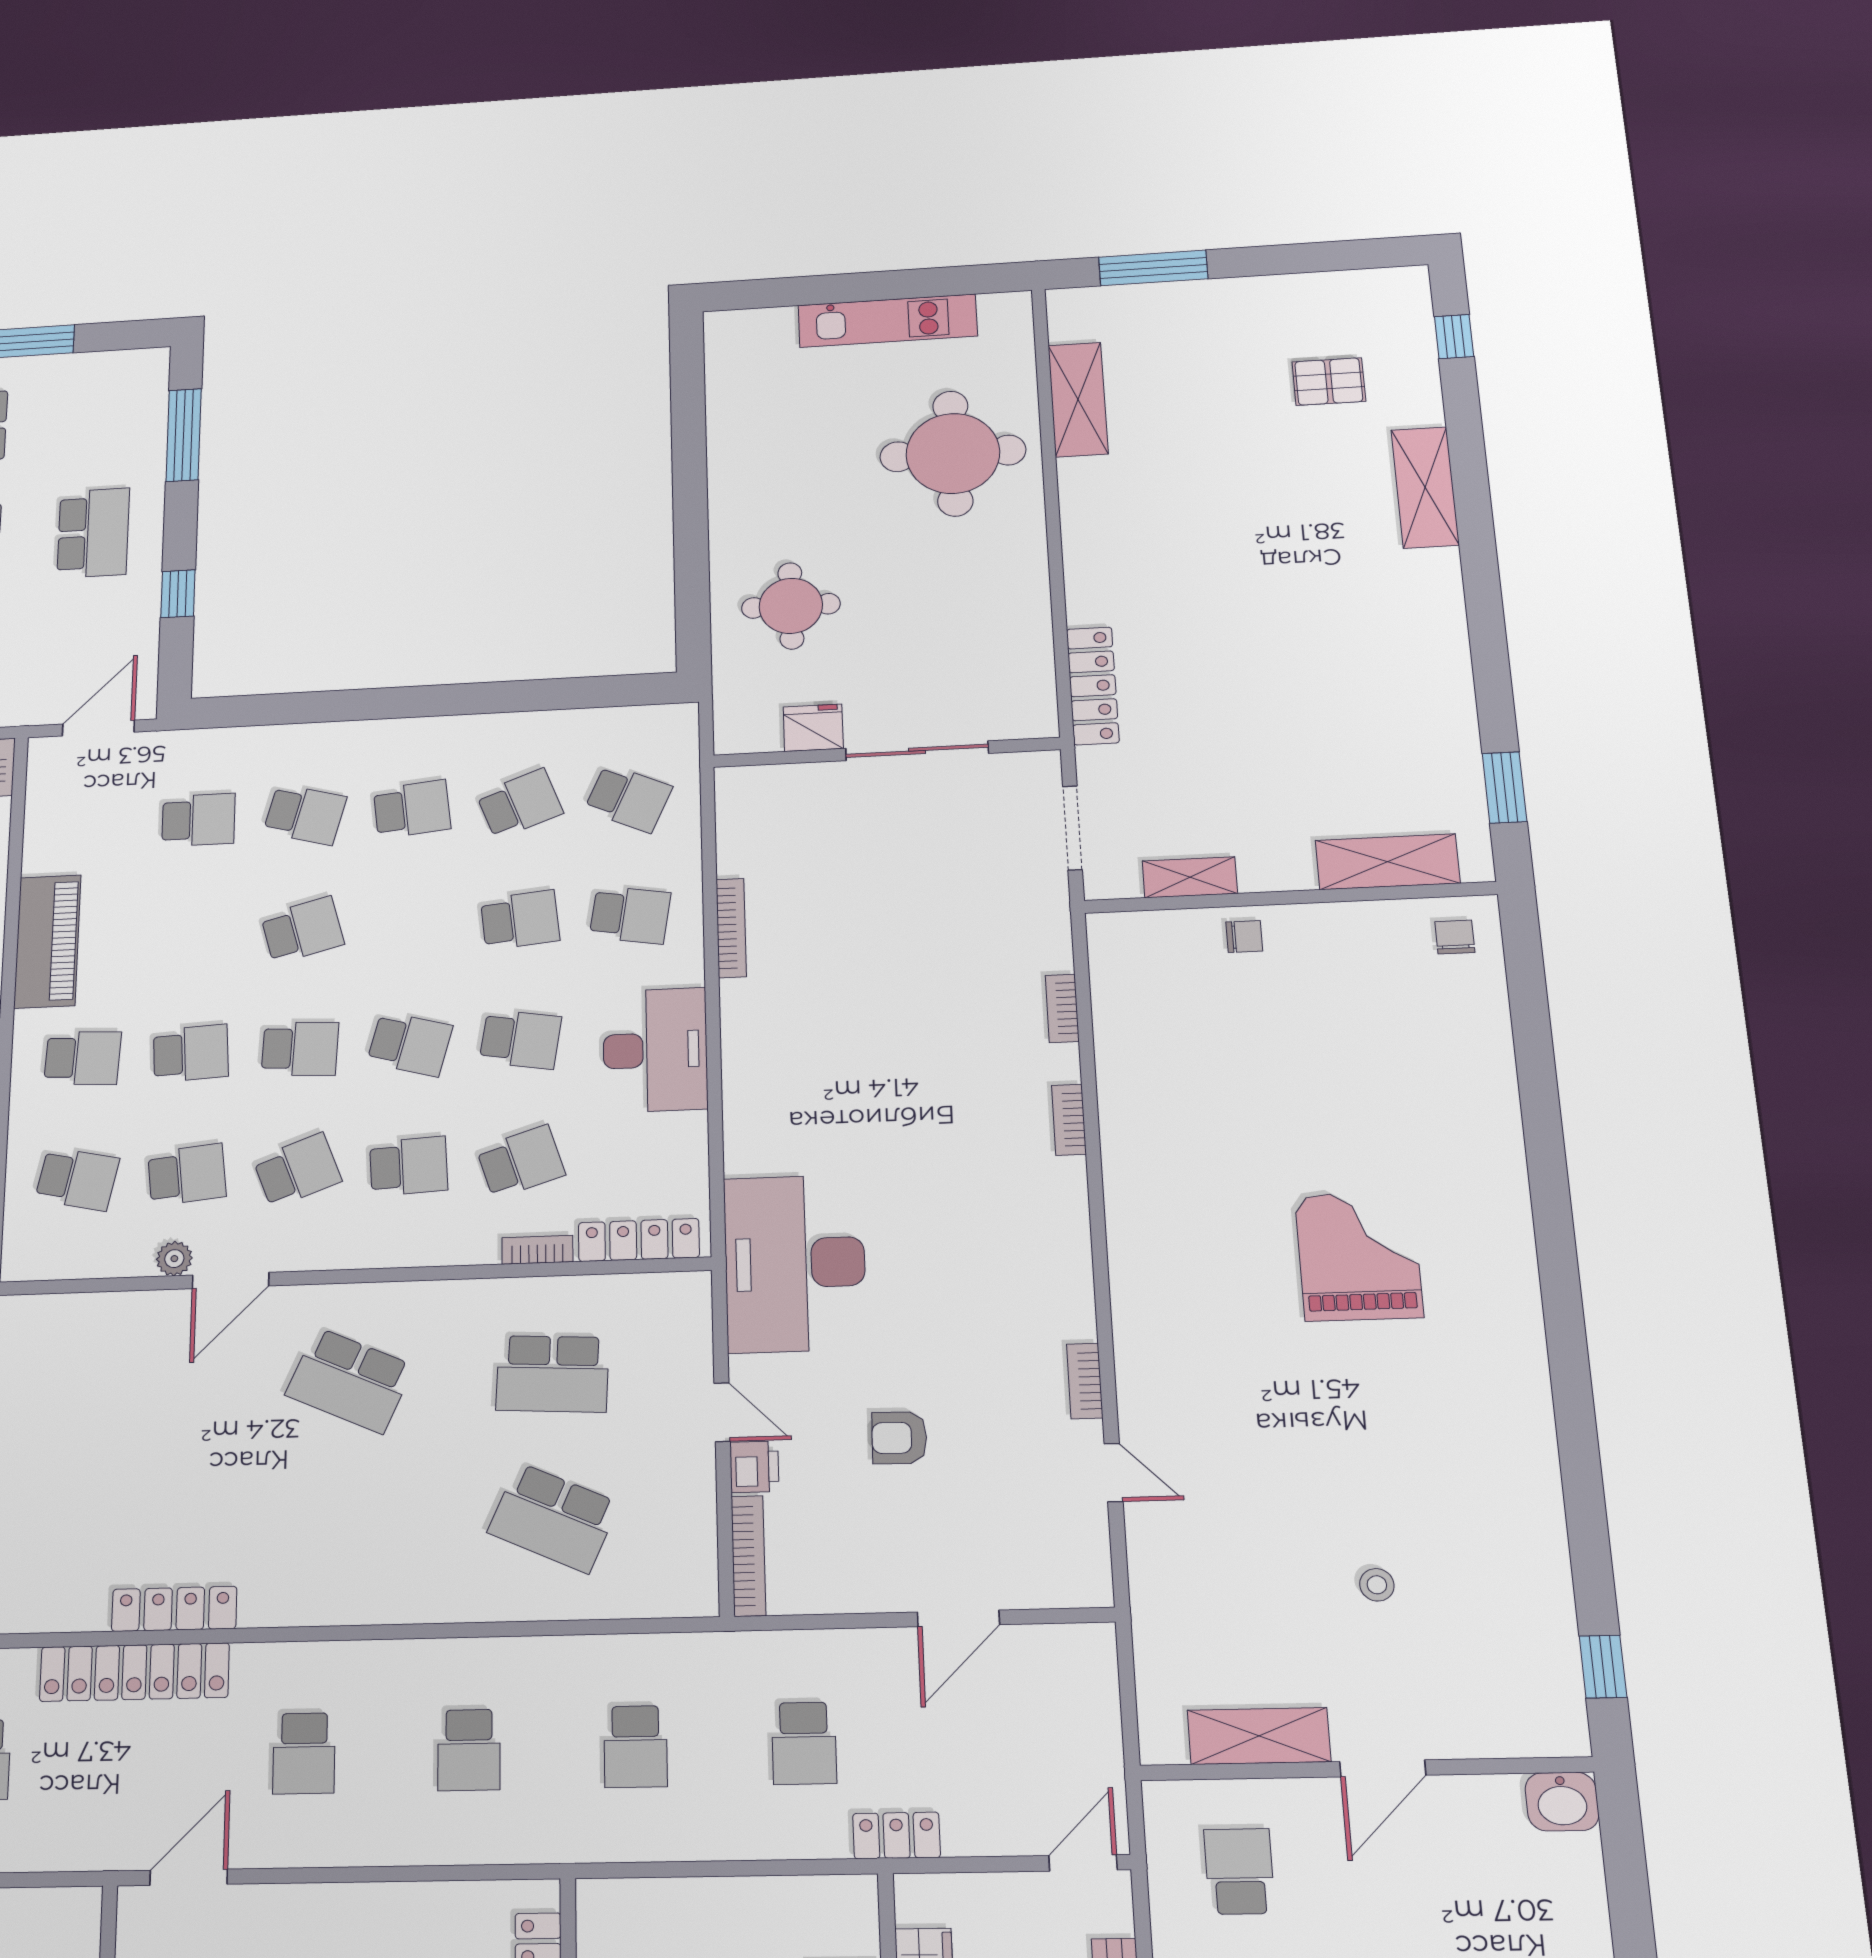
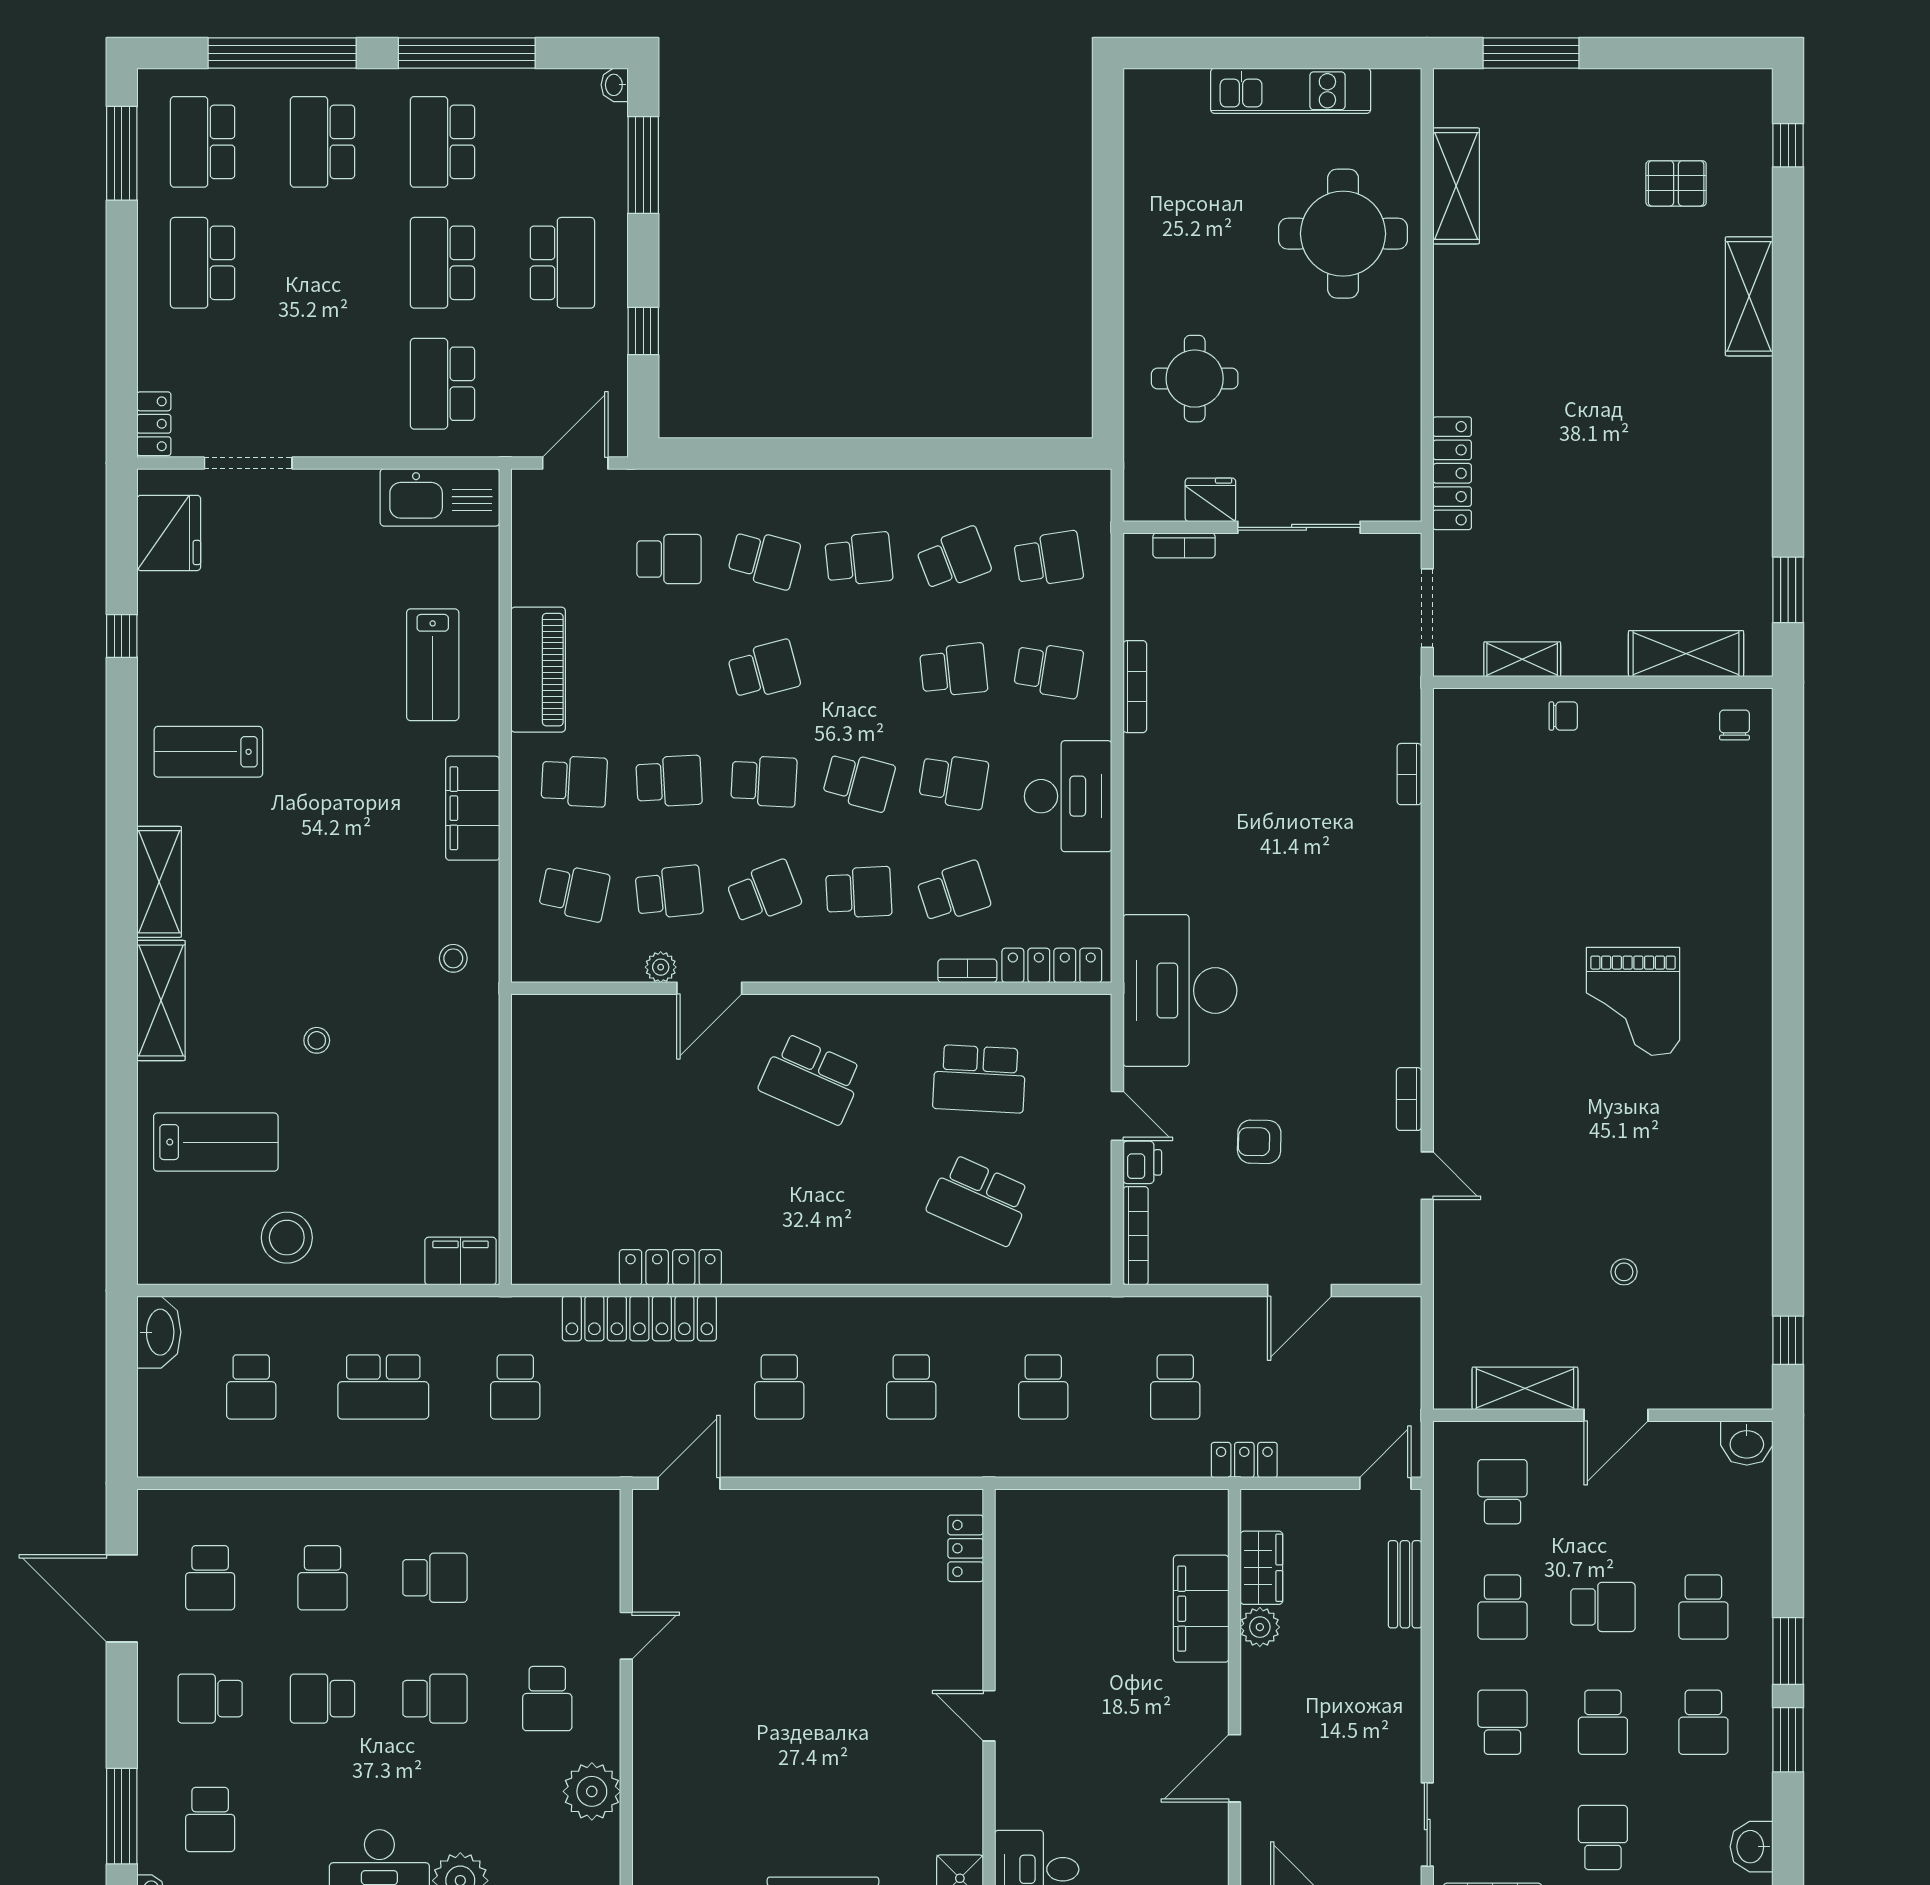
washbasin: (156, 362) -> (615, 85), added
school desk: (628, 798) -> (1049, 559), turned -33
bookcase: (1069, 1120) -> (1184, 545), moved, turned -90
grand piano: (1359, 1256) -> (1633, 1001), turned 180

